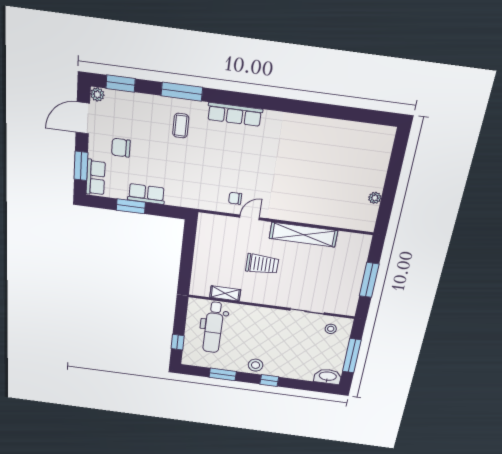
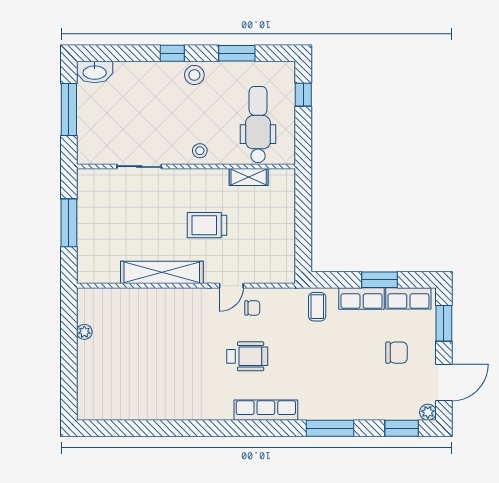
coffee table: (181, 126) -> (317, 307), moved
wheelchair: (244, 161) -> (247, 356), added
row of seats: (96, 177) -> (408, 298), moved, turned -90
stool: (331, 329) -> (200, 151), moved

